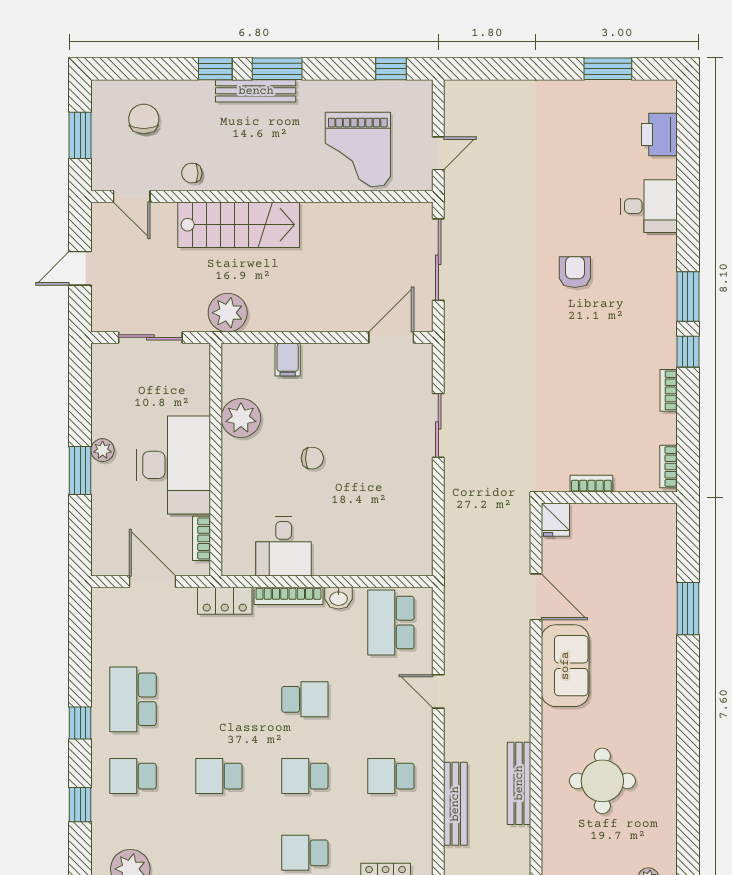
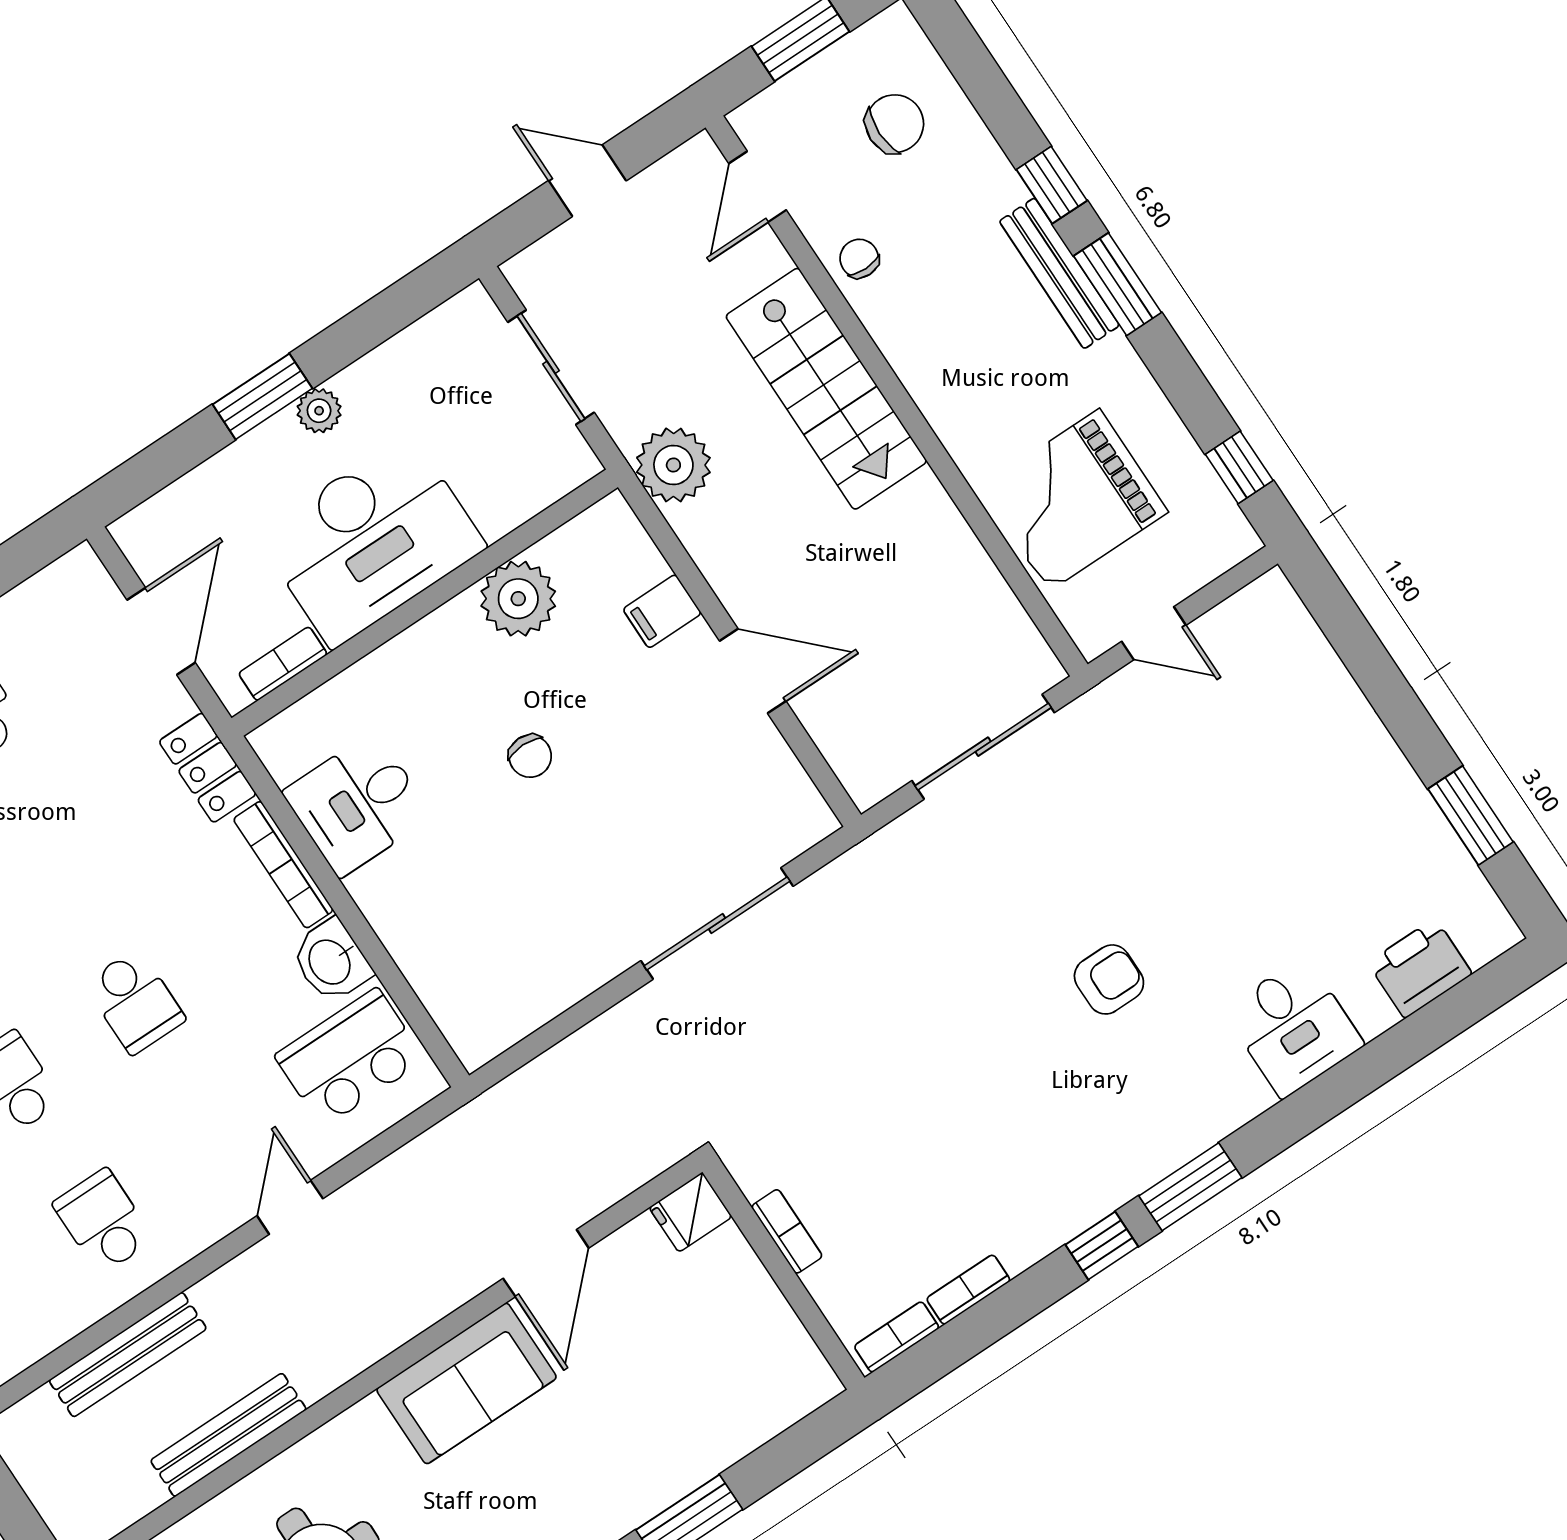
door: (391, 337) -> (753, 671), moved
bookcase: (669, 390) -> (968, 1290), moved
sliding door: (438, 425) -> (717, 923), width x1.37
washbasin: (339, 598) -> (331, 961), width x1.38, depth x1.45

